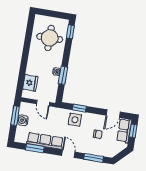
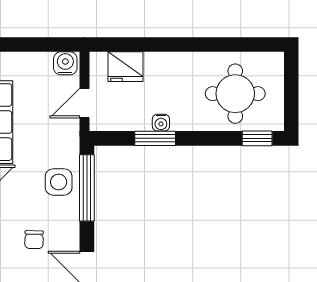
window: (79, 108) -> (87, 188), width x2.17
window: (15, 116) -> (45, 45), removed
water cooler: (23, 120) -> (65, 63), moved

